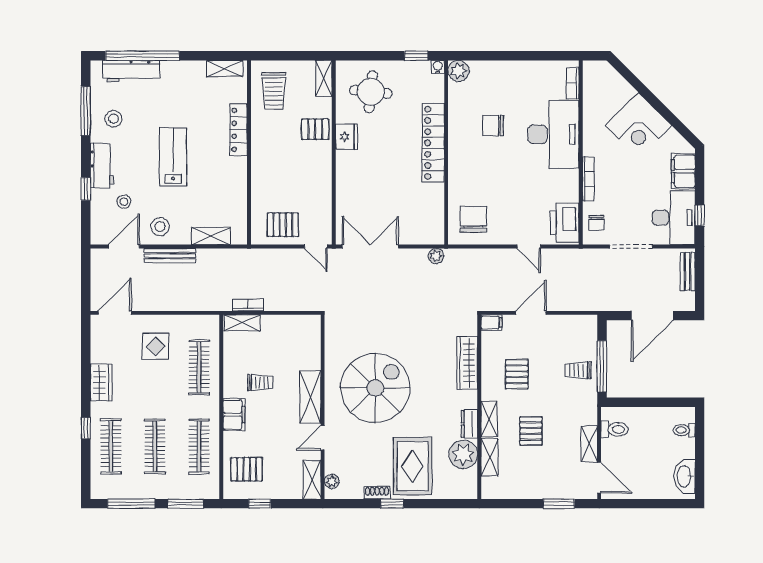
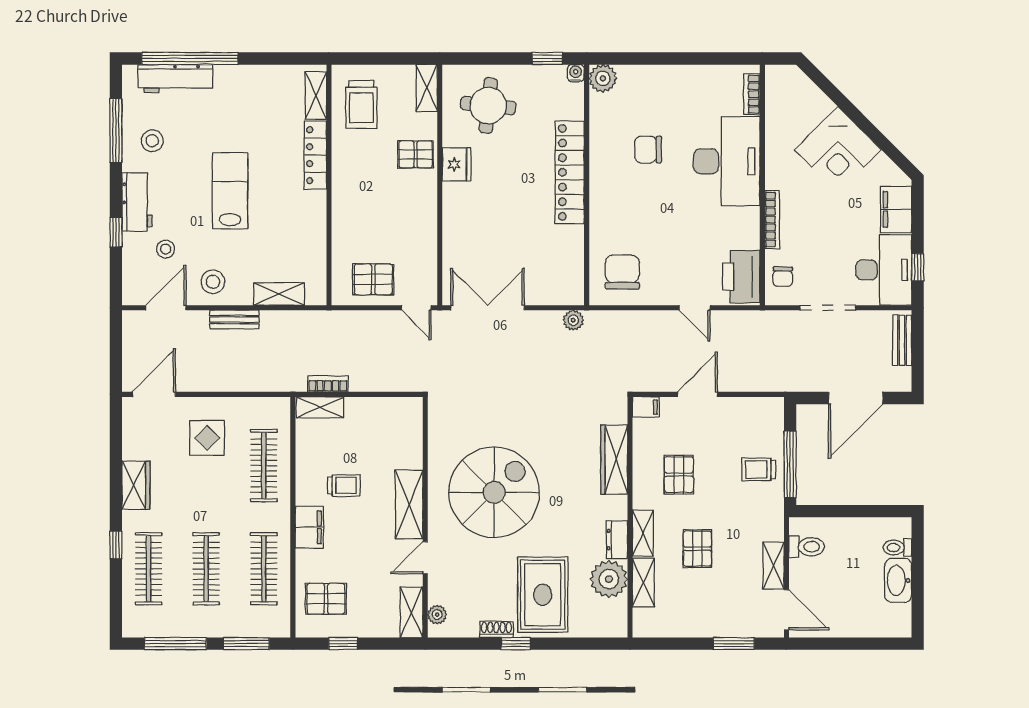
shelving: (225, 68) -> (316, 95), moved, turned 90
bench: (170, 256) -> (234, 320), width x0.73
washbasin: (685, 476) -> (898, 580), moved

